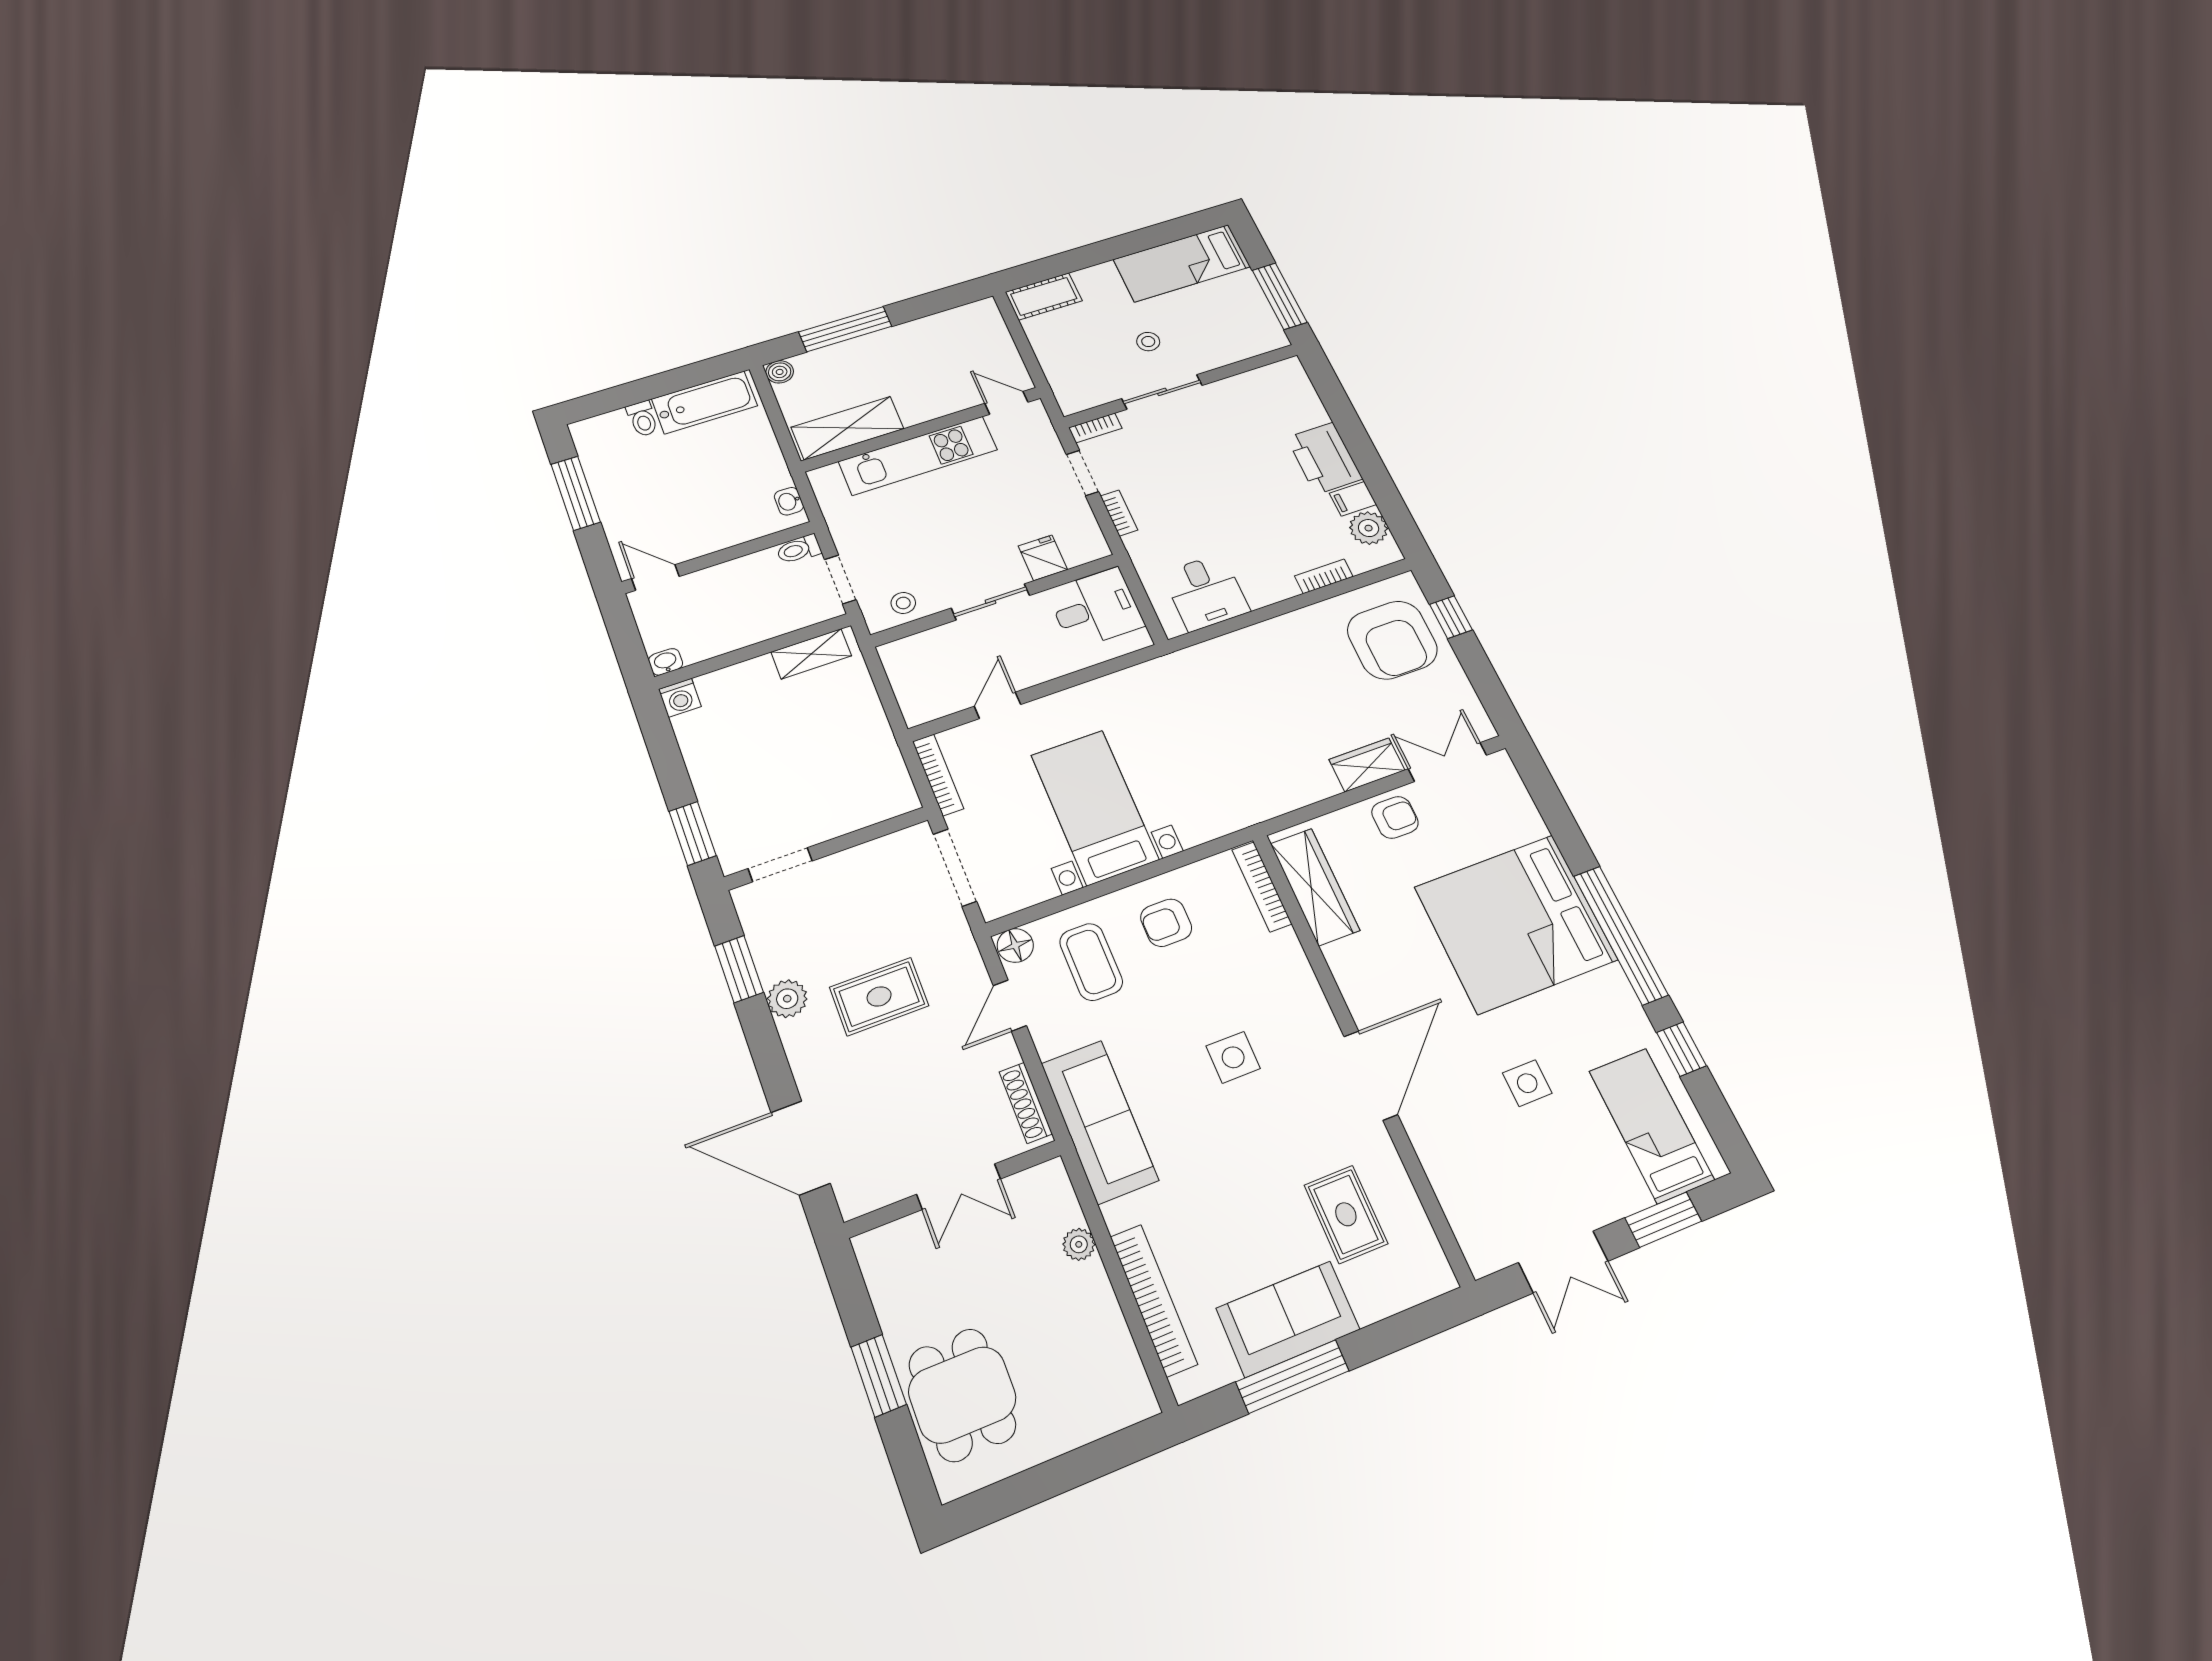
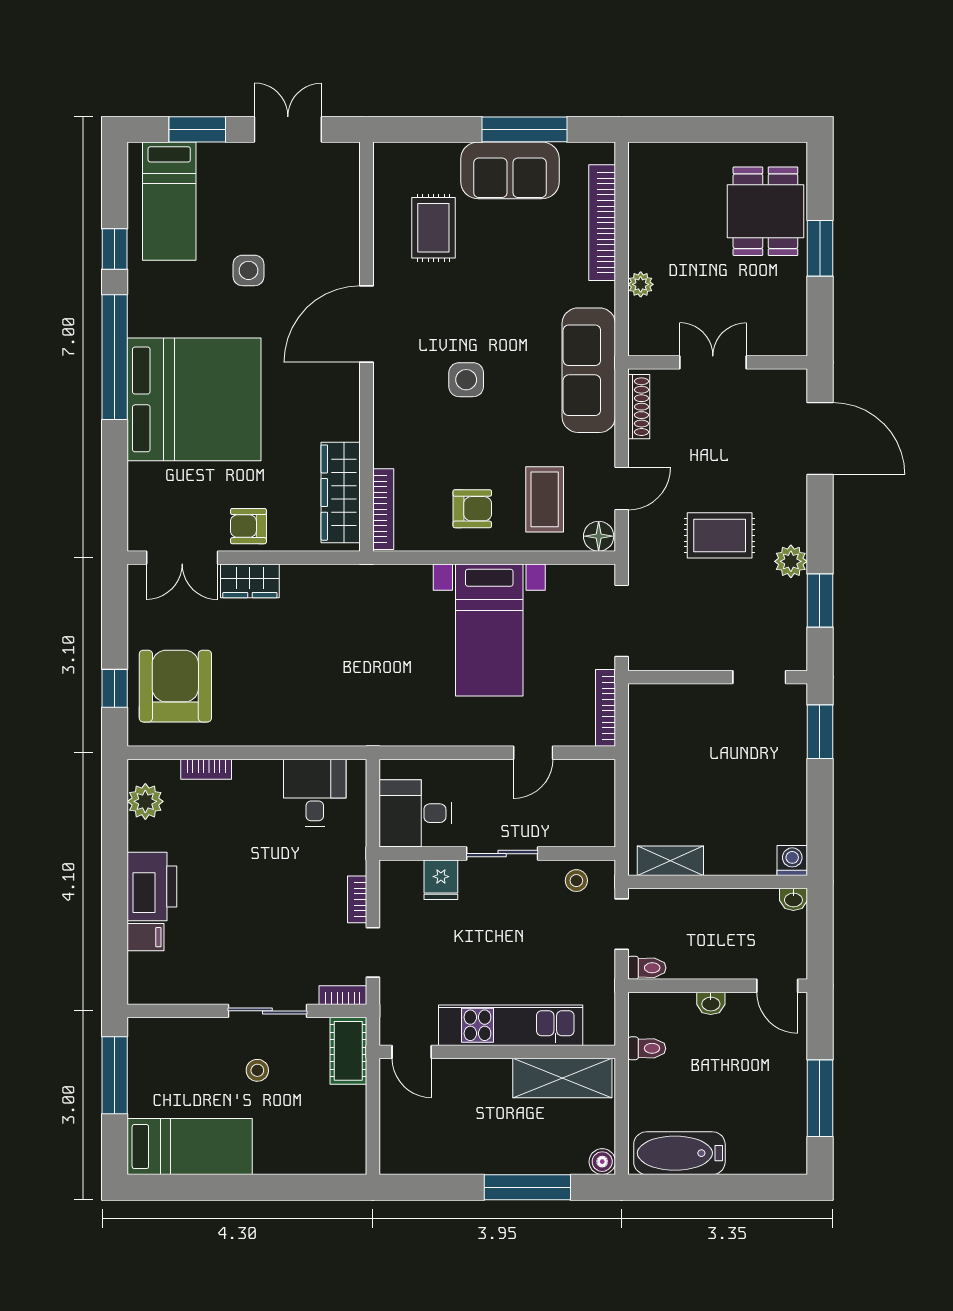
cot: (1044, 296) -> (348, 1051), moved, turned 90
toilet: (643, 419) -> (647, 1048), moved, turned 90
filing cabinet: (1353, 499) -> (146, 937), moved
washbasin: (789, 501) -> (711, 1003), moved, turned 90

